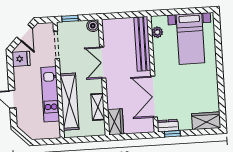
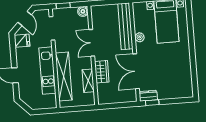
plant: (157, 32) -> (140, 37), moved
wardrobe: (206, 121) -> (181, 91), removed
wardrobe: (116, 122) -> (102, 72), moved

